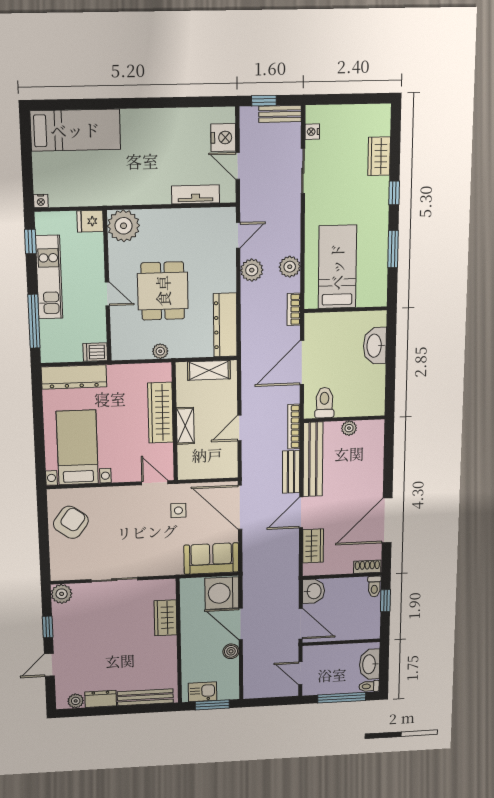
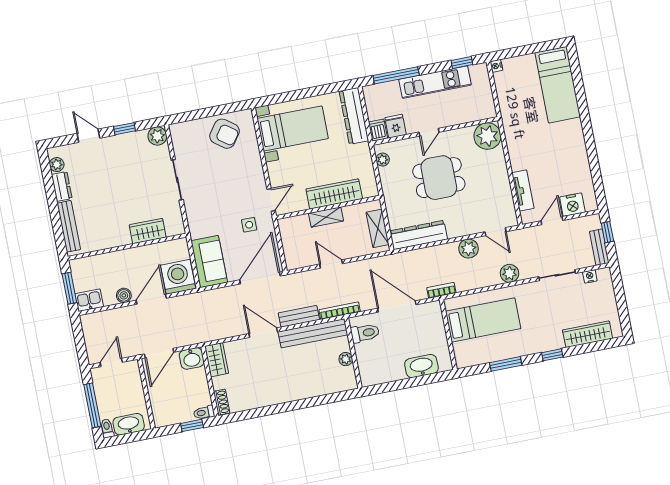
wardrobe: (379, 156) -> (588, 334), width x1.50
fridge: (90, 221) -> (396, 126), moved
plant: (290, 267) -> (509, 273), moved
plant: (160, 351) -> (383, 160), moved
door: (387, 520) -> (267, 411), removed
wardrobe: (313, 546) -> (217, 360), moved, turned -90
kitchen sink: (203, 692) -> (89, 300), moved, turned -90

